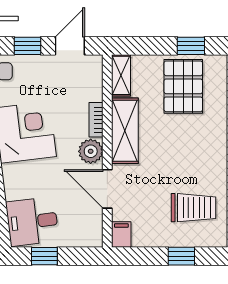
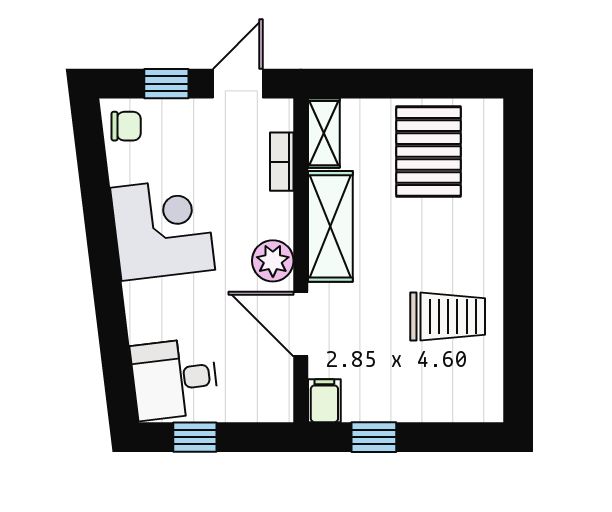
window: (191, 46) -> (441, 84), removed
bookcase: (96, 120) -> (282, 162), moved
trolley: (194, 208) -> (448, 317), moved
window: (181, 256) -> (374, 437), moved

